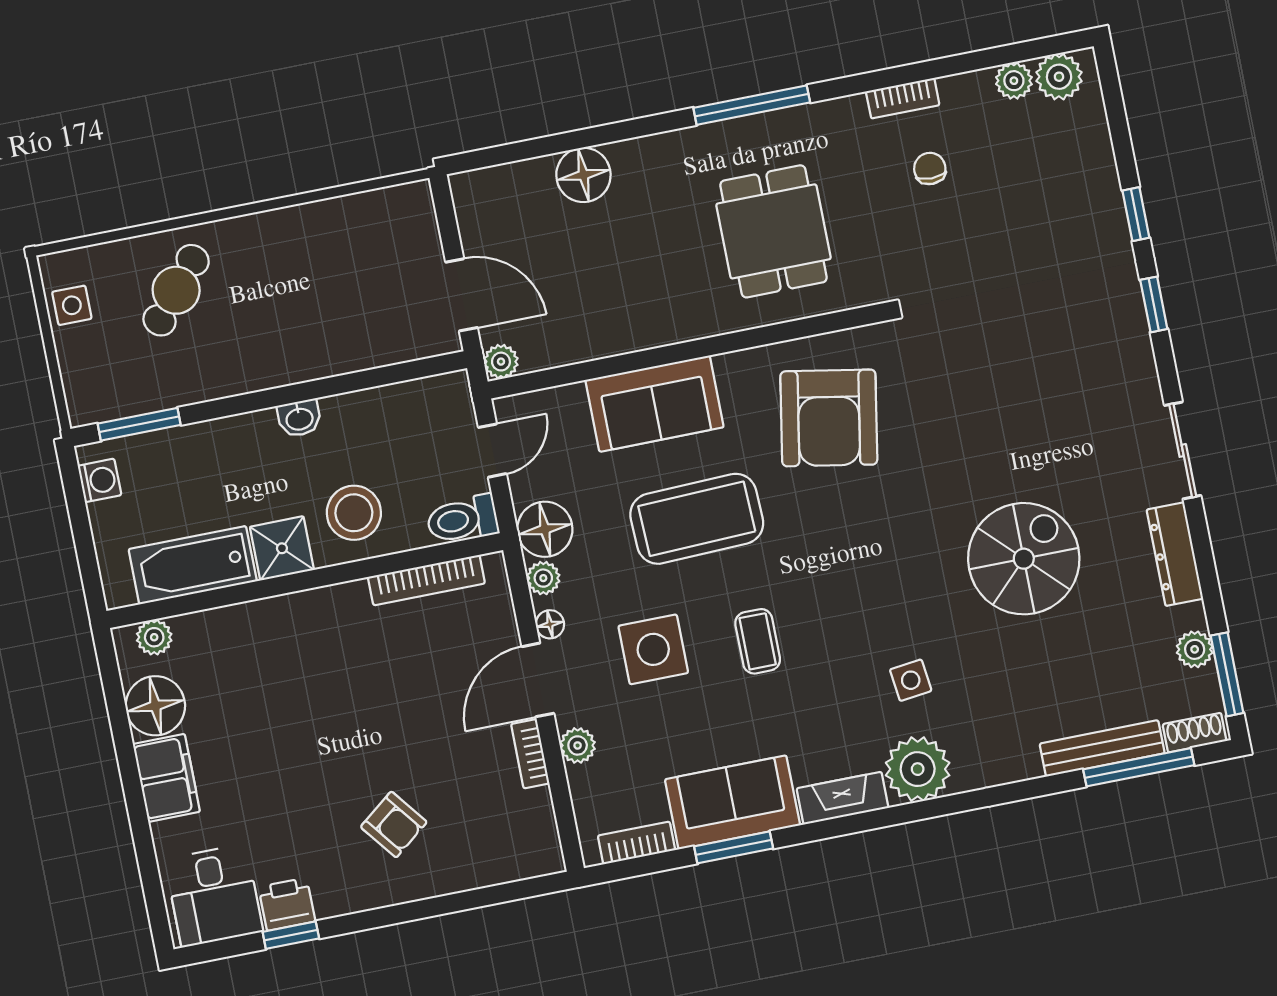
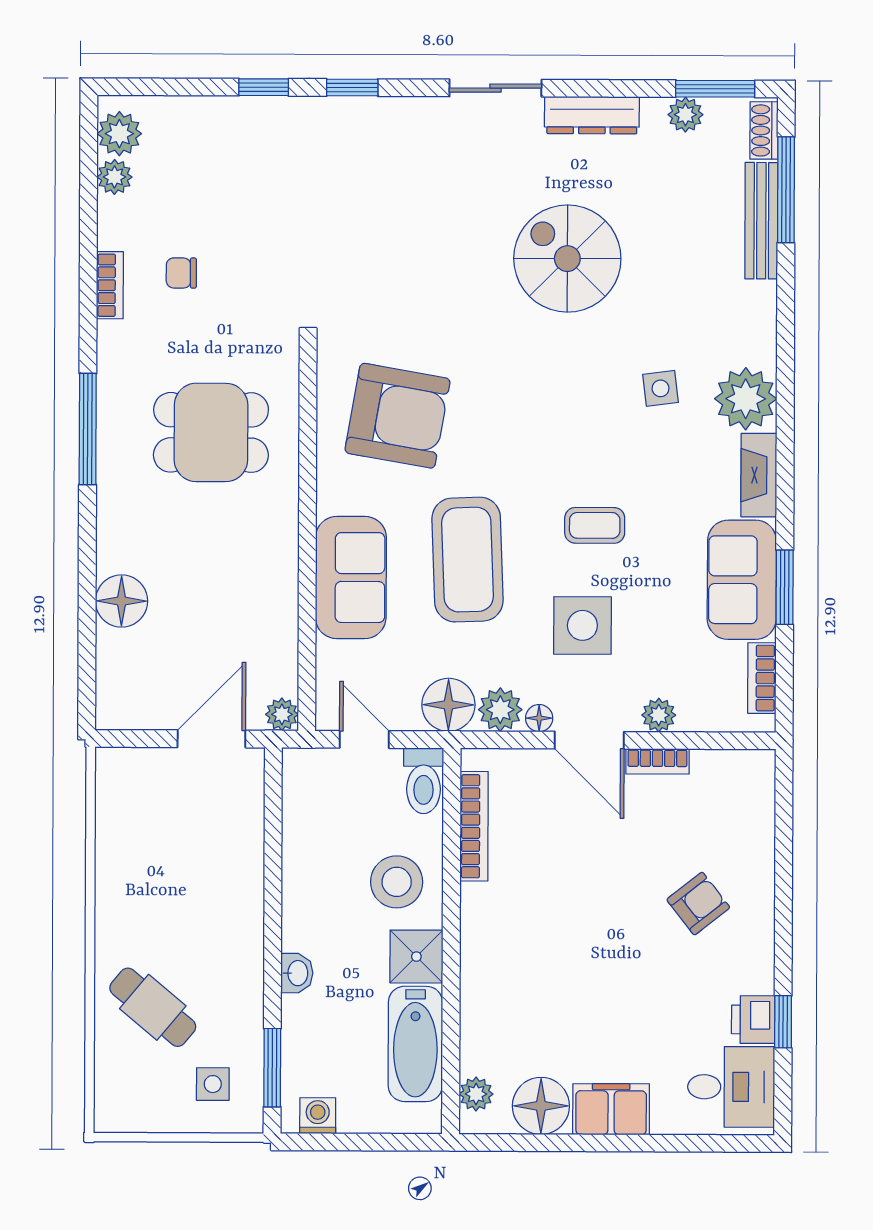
side table: (72, 305) -> (213, 1084), moved
washbasin: (299, 418) -> (297, 973), moved
plant: (543, 578) -> (500, 710), width x1.38, depth x1.38

